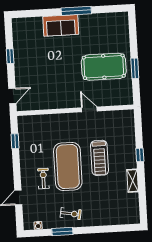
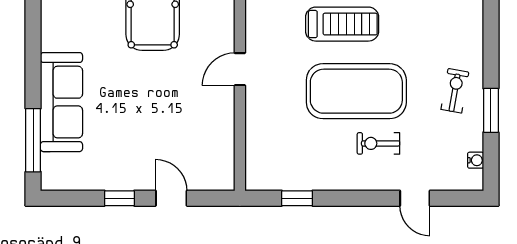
window: (76, 11) -> (33, 140), moved
sofa: (61, 25) -> (61, 102), width x1.36
door: (12, 96) -> (171, 198), moved
door: (89, 109) -> (240, 69), moved

